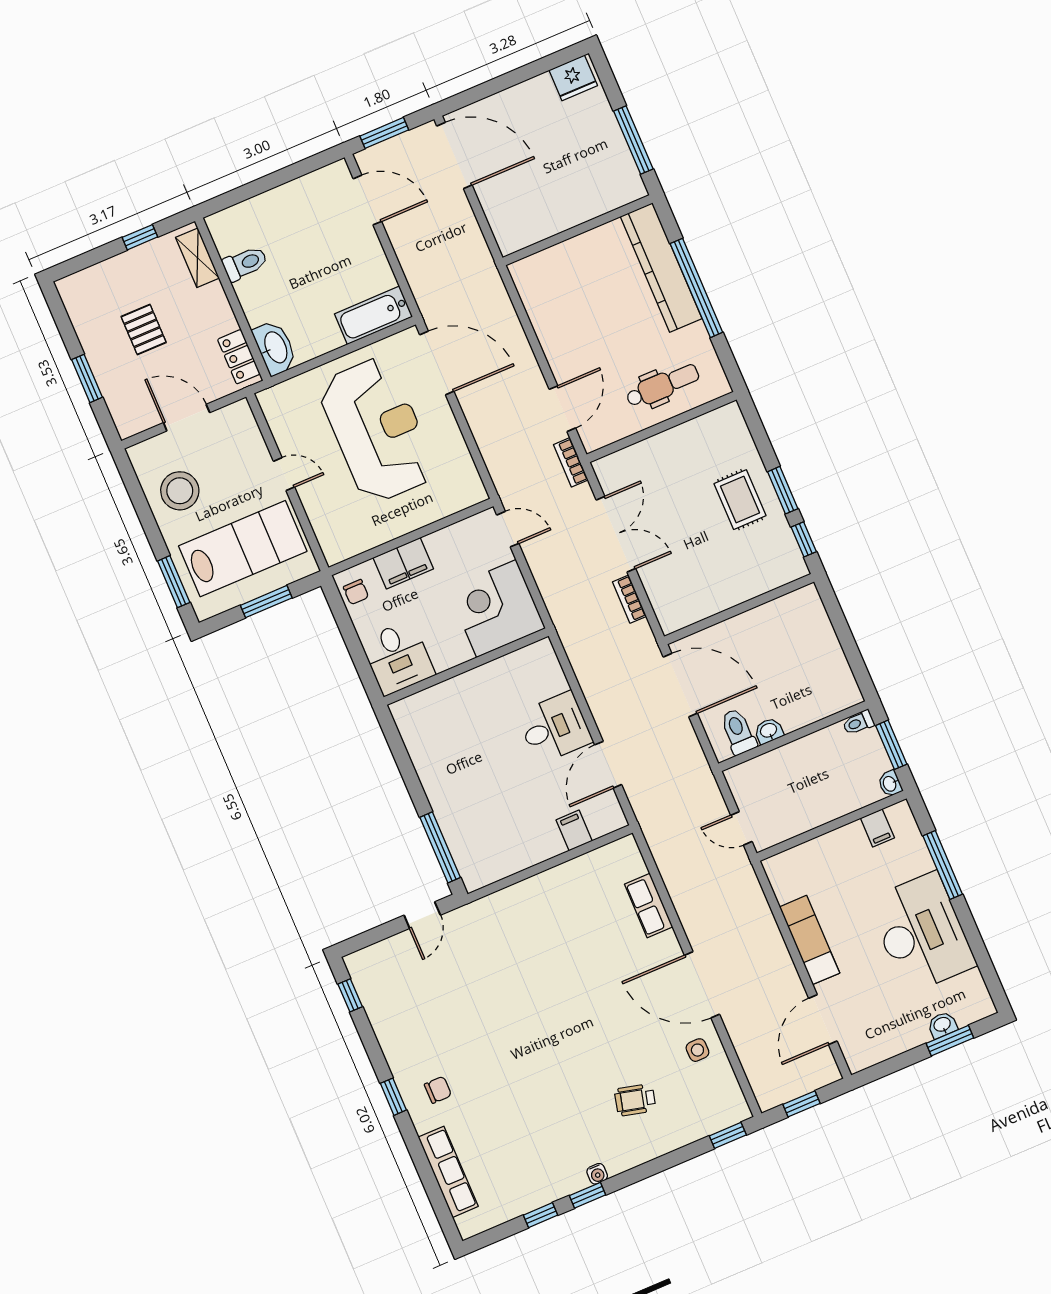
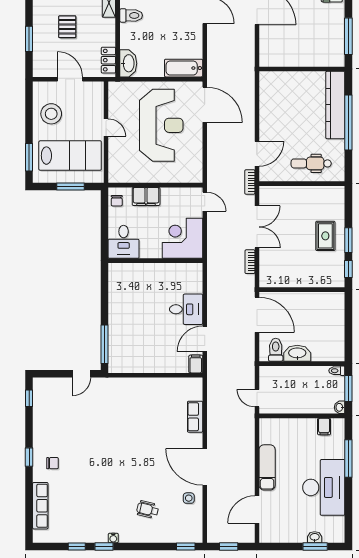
dental chair: (663, 386) -> (311, 163), turned 180
washbasin: (769, 731) -> (297, 353), width x1.91, depth x1.45
filing cabinet: (574, 830) -> (196, 364), moved

